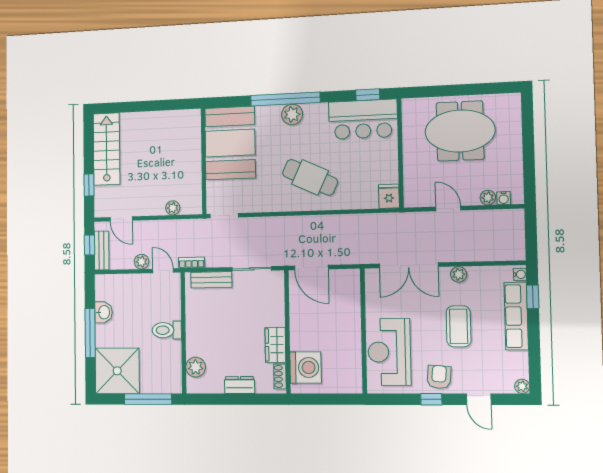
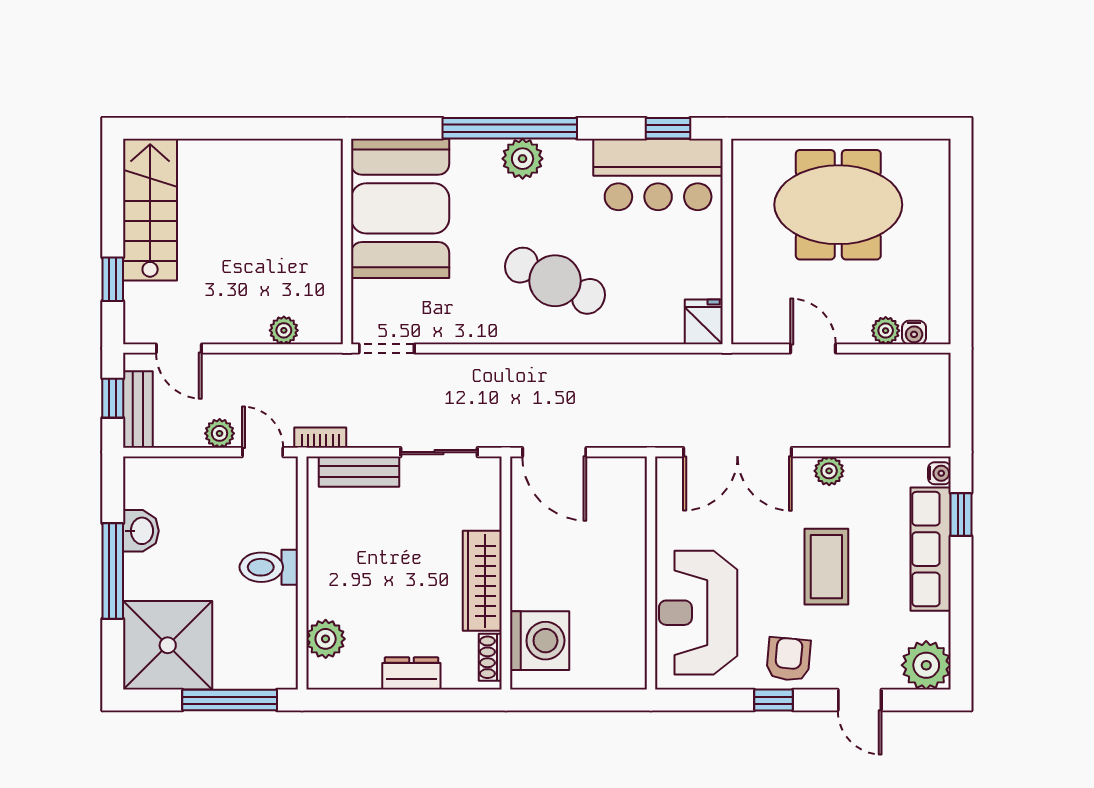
wardrobe: (275, 345) -> (482, 581), width x1.50
plant: (522, 386) -> (926, 665), width x1.88, depth x1.88

